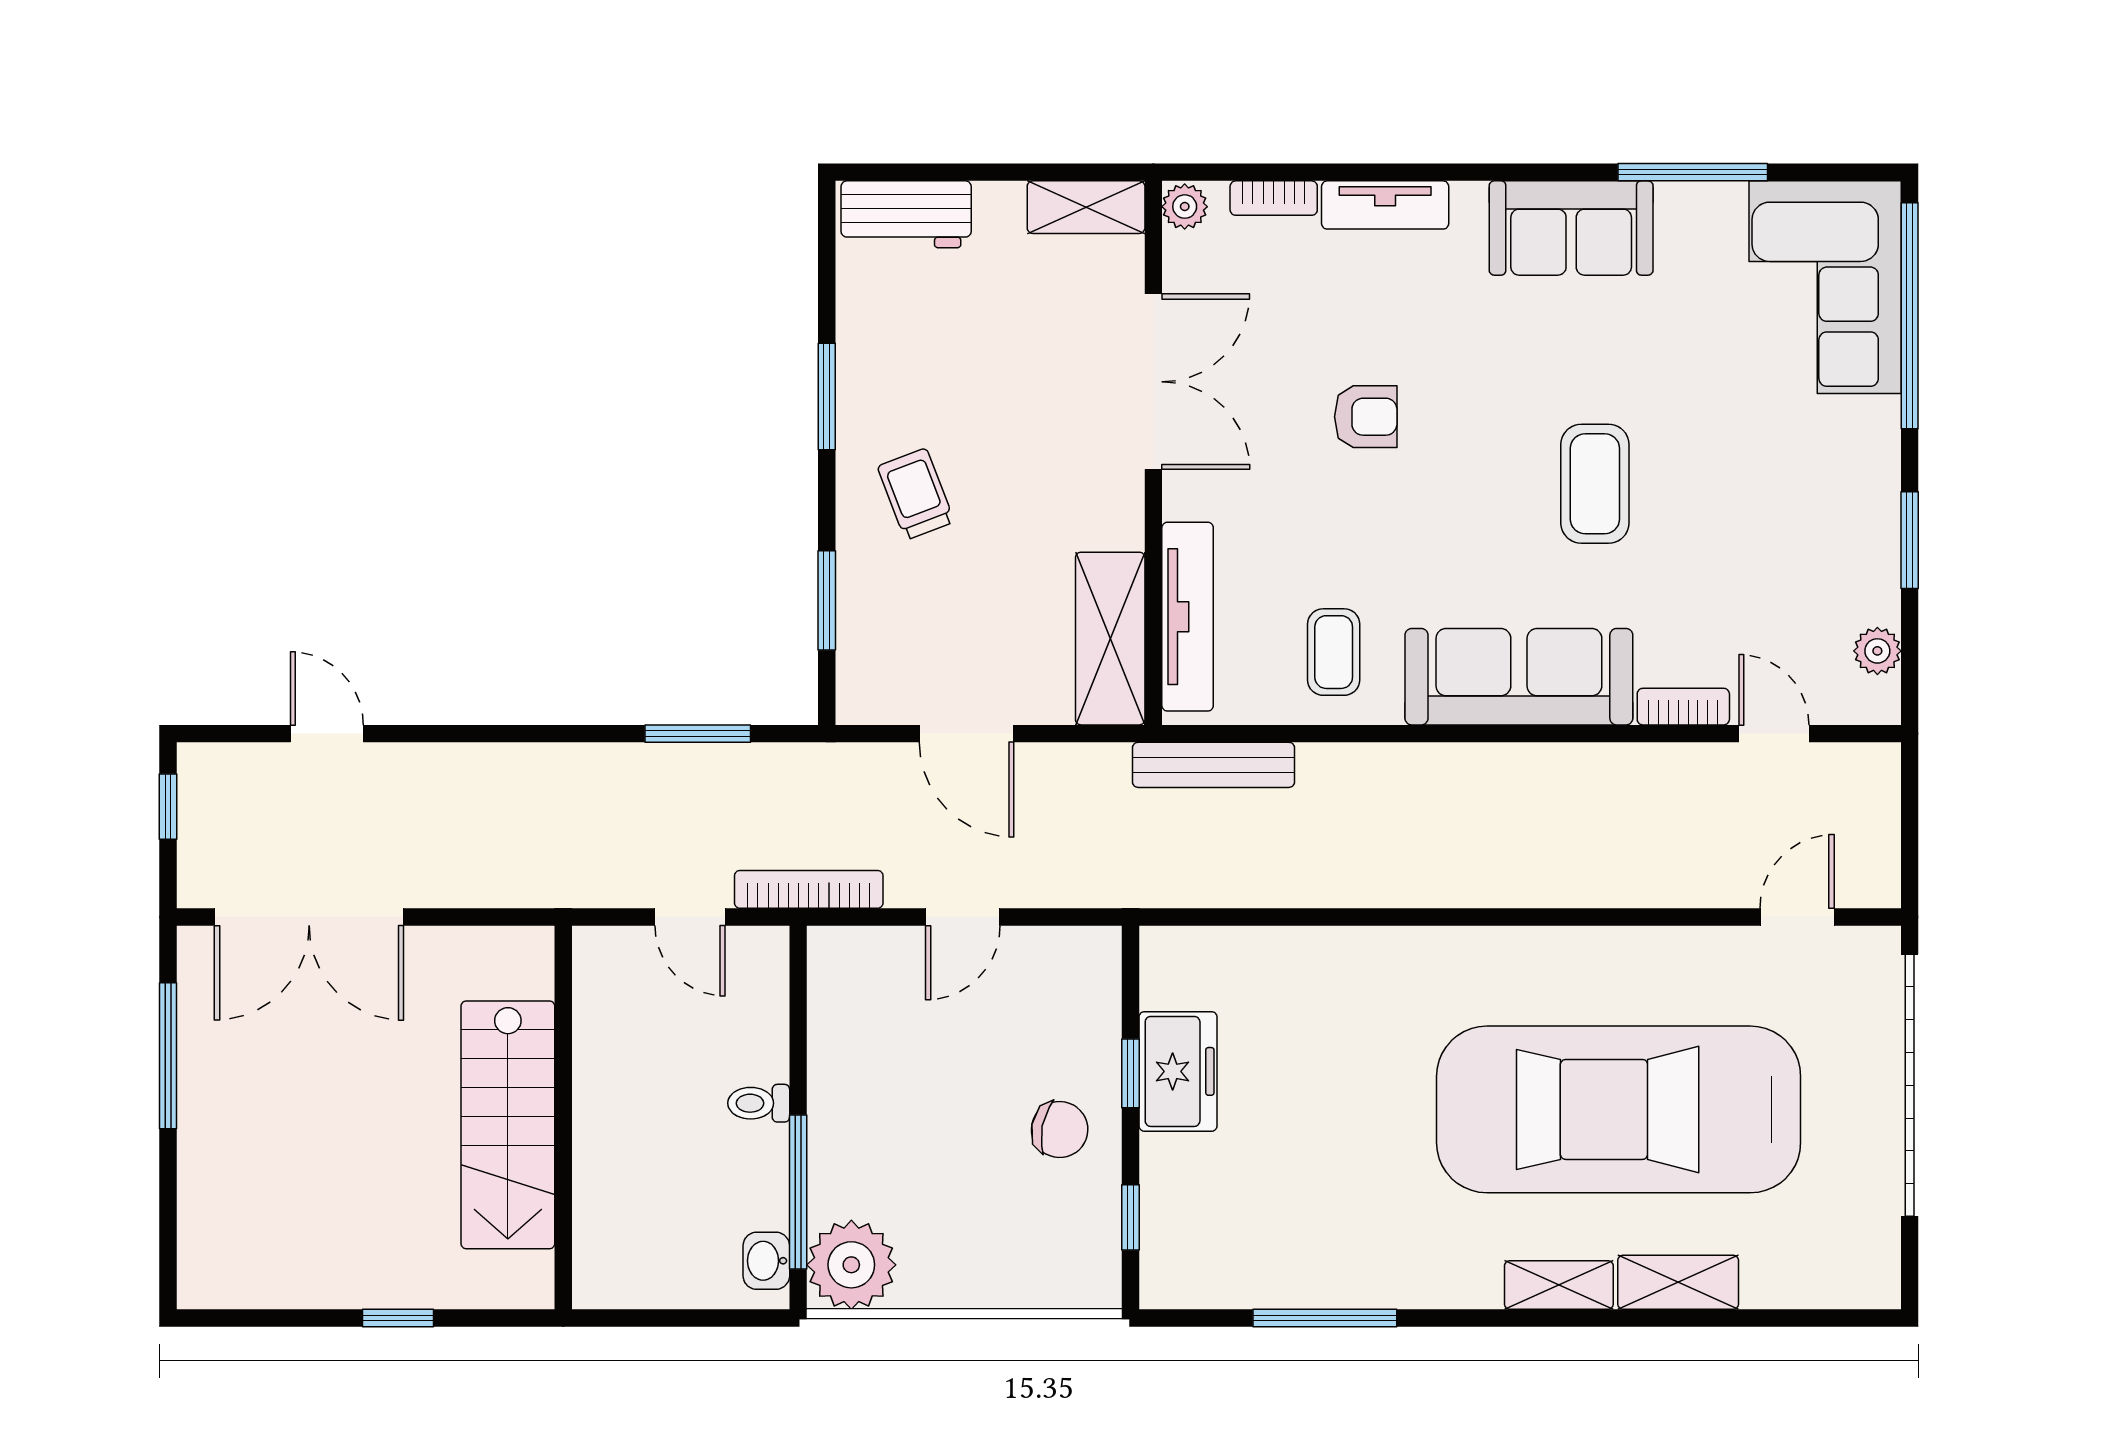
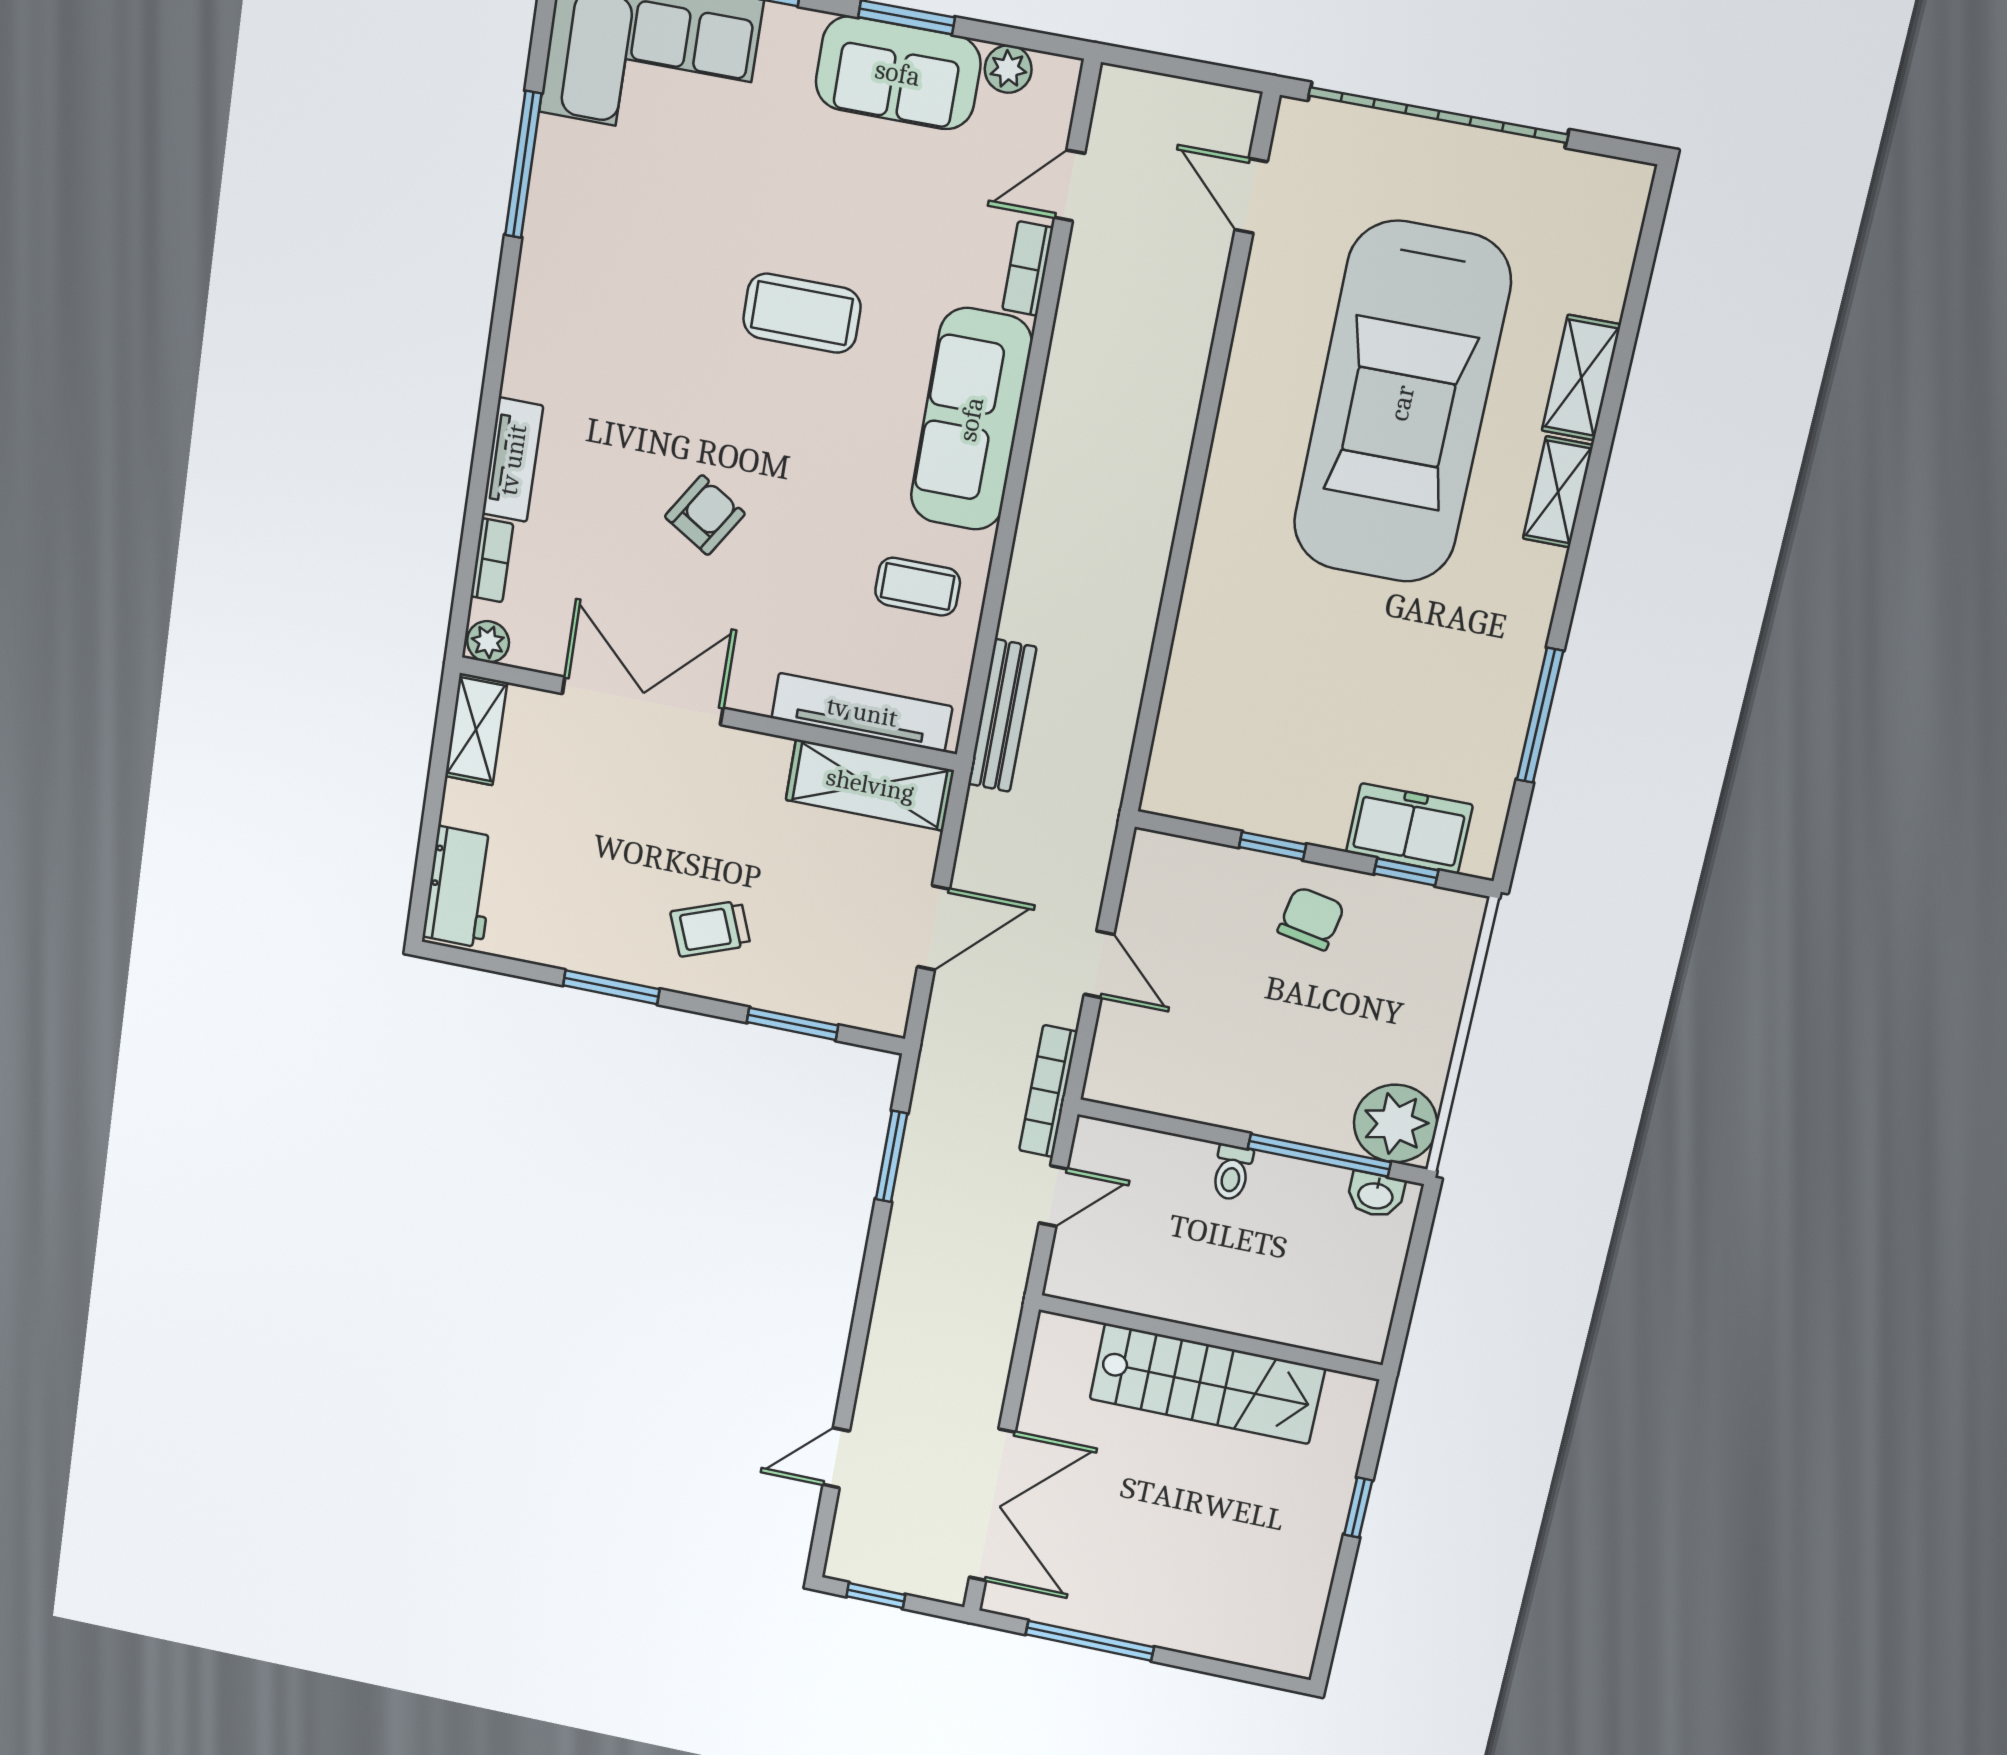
sofa: (1571, 228) -> (898, 73), moved, turned 90
armchair: (1366, 417) -> (705, 515), turned 32
freezer: (1178, 1071) -> (1409, 829), moved

